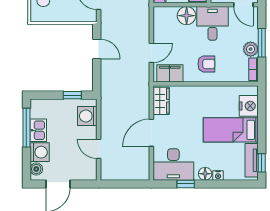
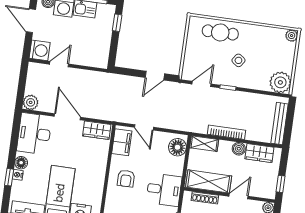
floor lamp: (187, 16) -> (177, 147), moved
window: (72, 95) -> (117, 23), moved
washing machine: (87, 116) -> (40, 50), moved, turned 90
plant: (142, 173) -> (31, 102), added
window: (186, 184) -> (9, 177), moved

